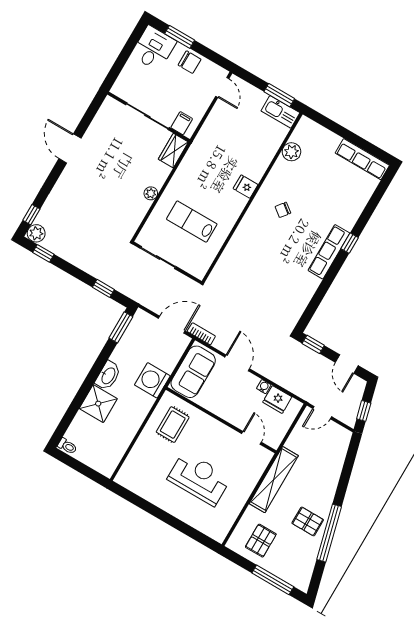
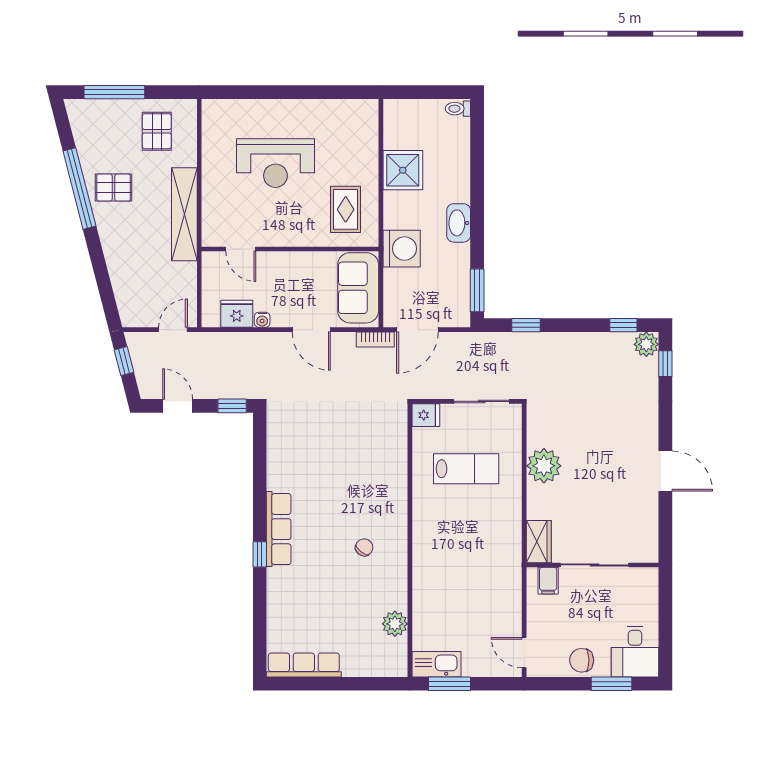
fridge: (246, 187) -> (426, 415), moved
plant: (151, 193) -> (544, 466), width x1.88, depth x1.88
shower: (98, 404) -> (403, 170), moved

